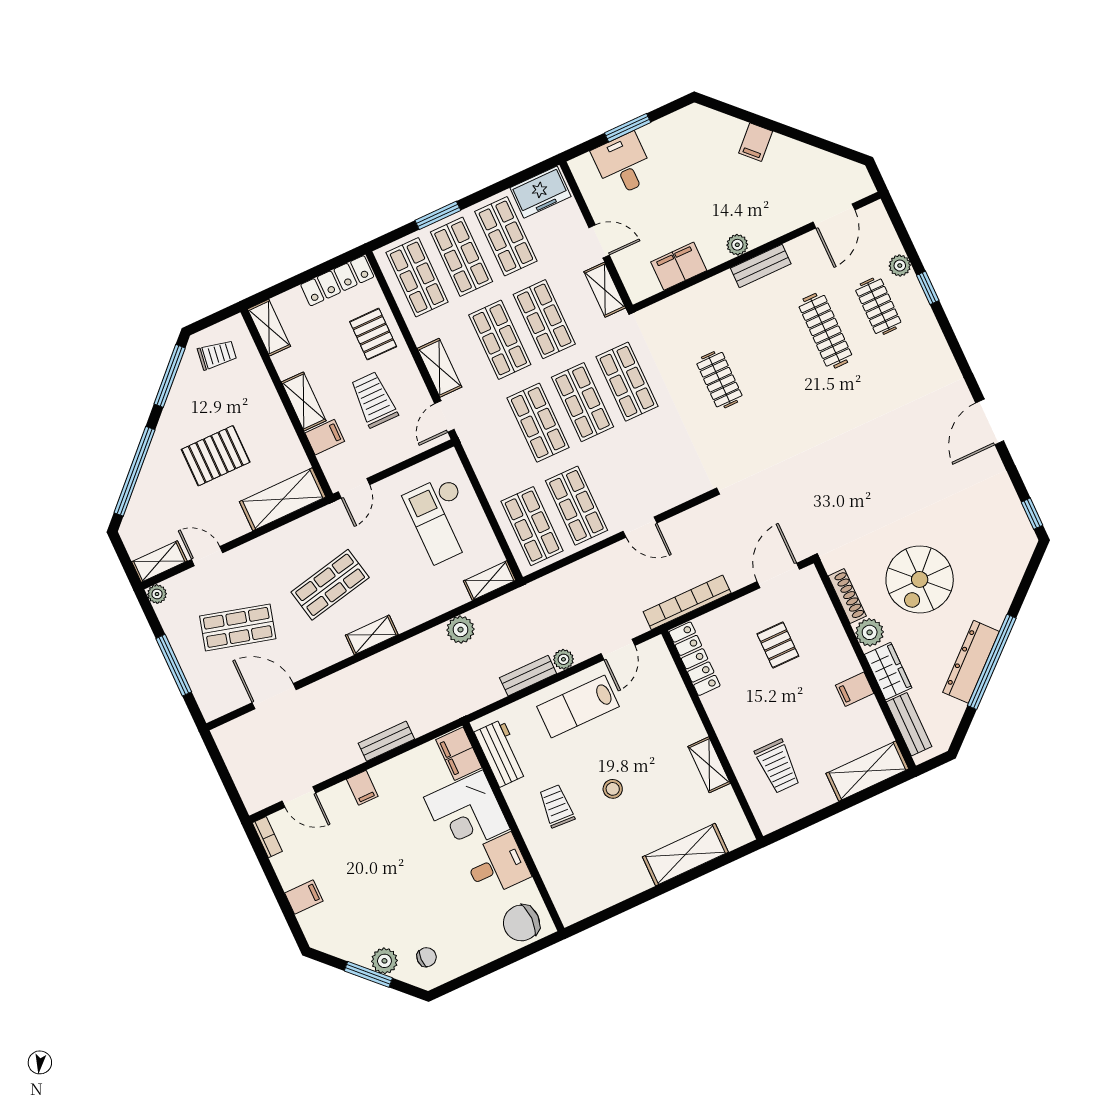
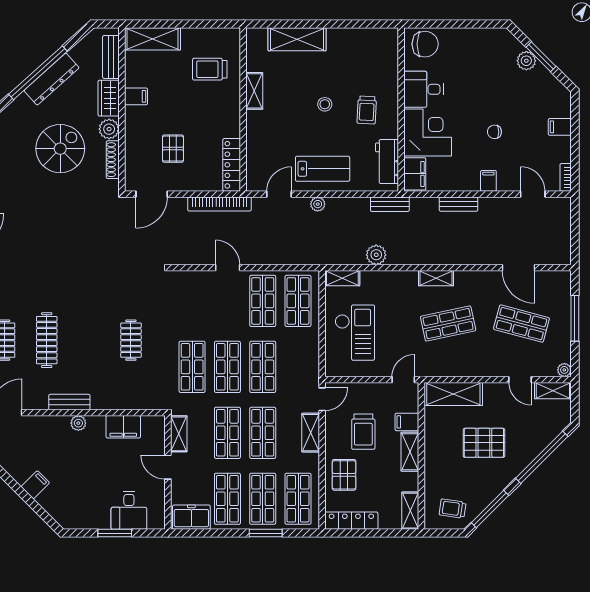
bench: (528, 676) -> (390, 204), moved
trolley: (778, 766) -> (210, 69), turned -90
chair: (427, 957) -> (494, 132), moved

